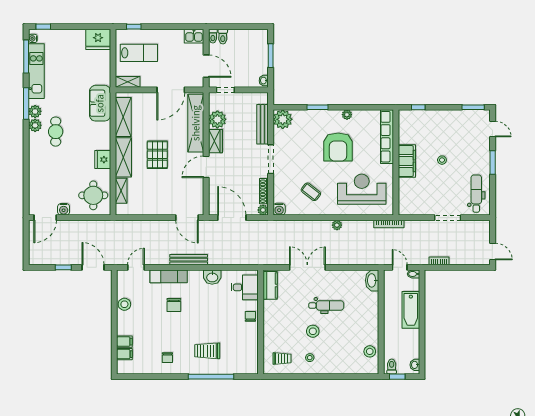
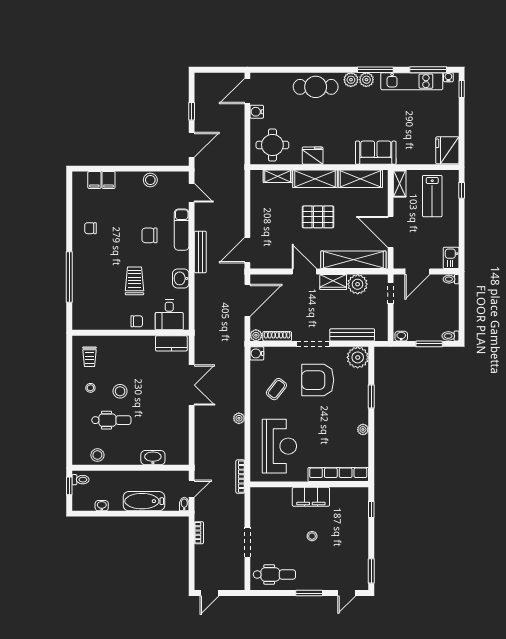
toilet: (223, 37) -> (451, 336), moved
cafe table: (56, 132) -> (316, 87), moved, width x1.37, depth x1.35
armchair: (338, 147) -> (318, 380), moved
door: (45, 218) -> (247, 91), hinge flipped
washbasin: (372, 280) -> (153, 458), moved
dental chair: (326, 305) -> (111, 420), moved, turned -90
trolley: (207, 351) -> (134, 281), moved
washbasin: (415, 365) -> (102, 506), moved

